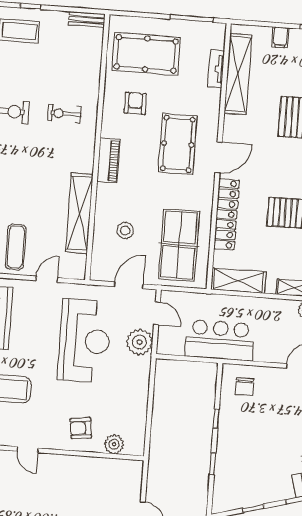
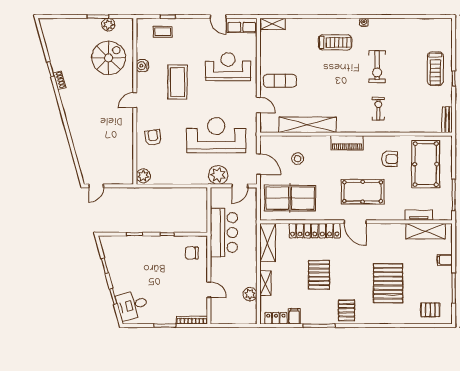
shelving: (238, 74) -> (425, 231), width x0.68
reception desk: (84, 341) -> (216, 135), turned 180
plant: (114, 444) -> (143, 176), moved

